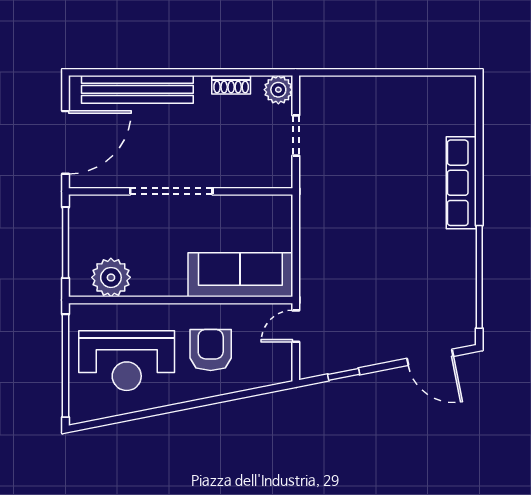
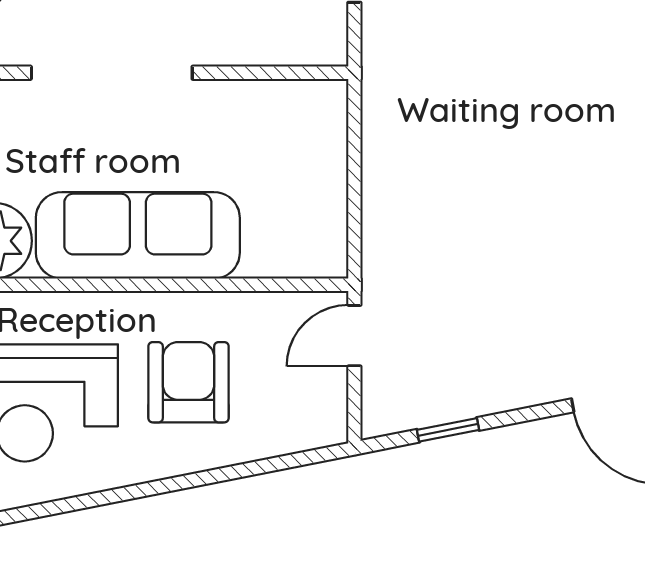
sofa: (240, 275) -> (138, 235), moved

